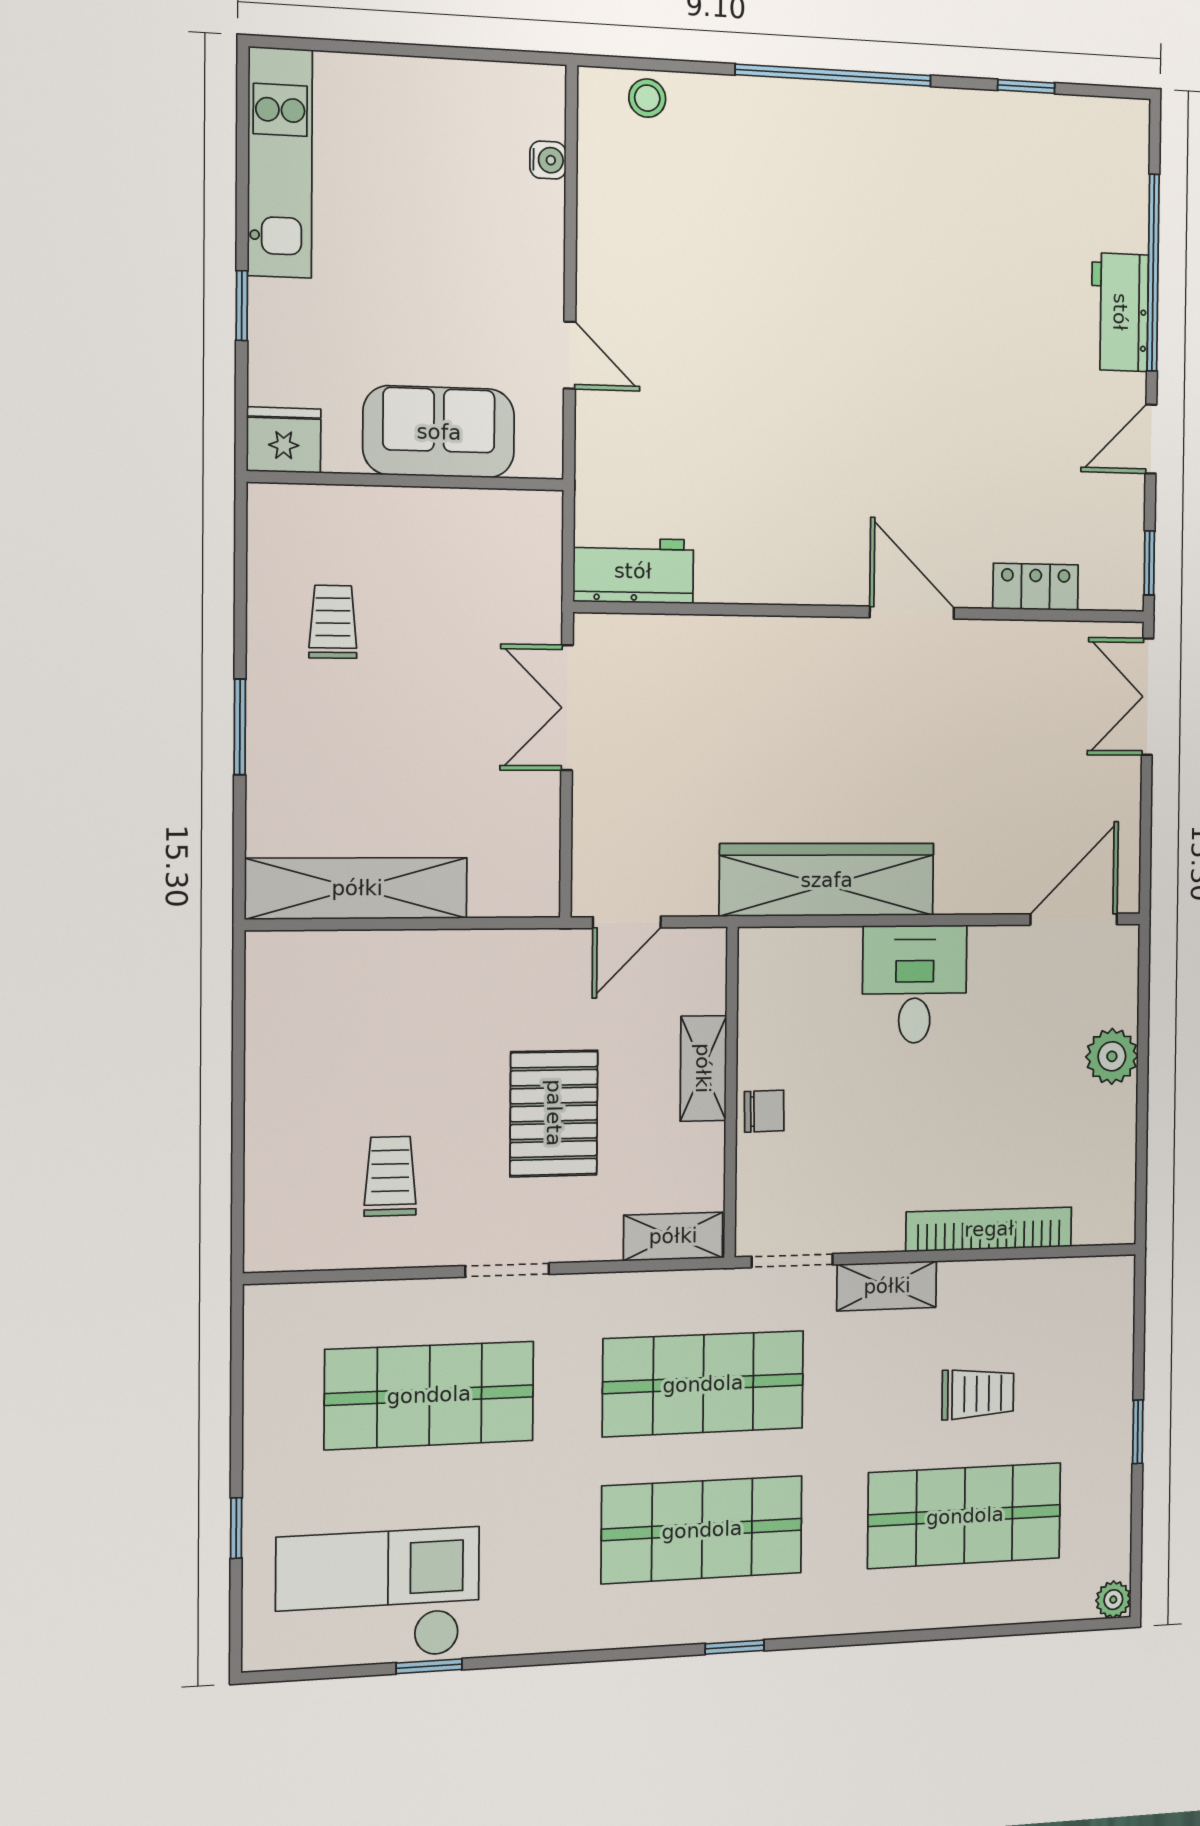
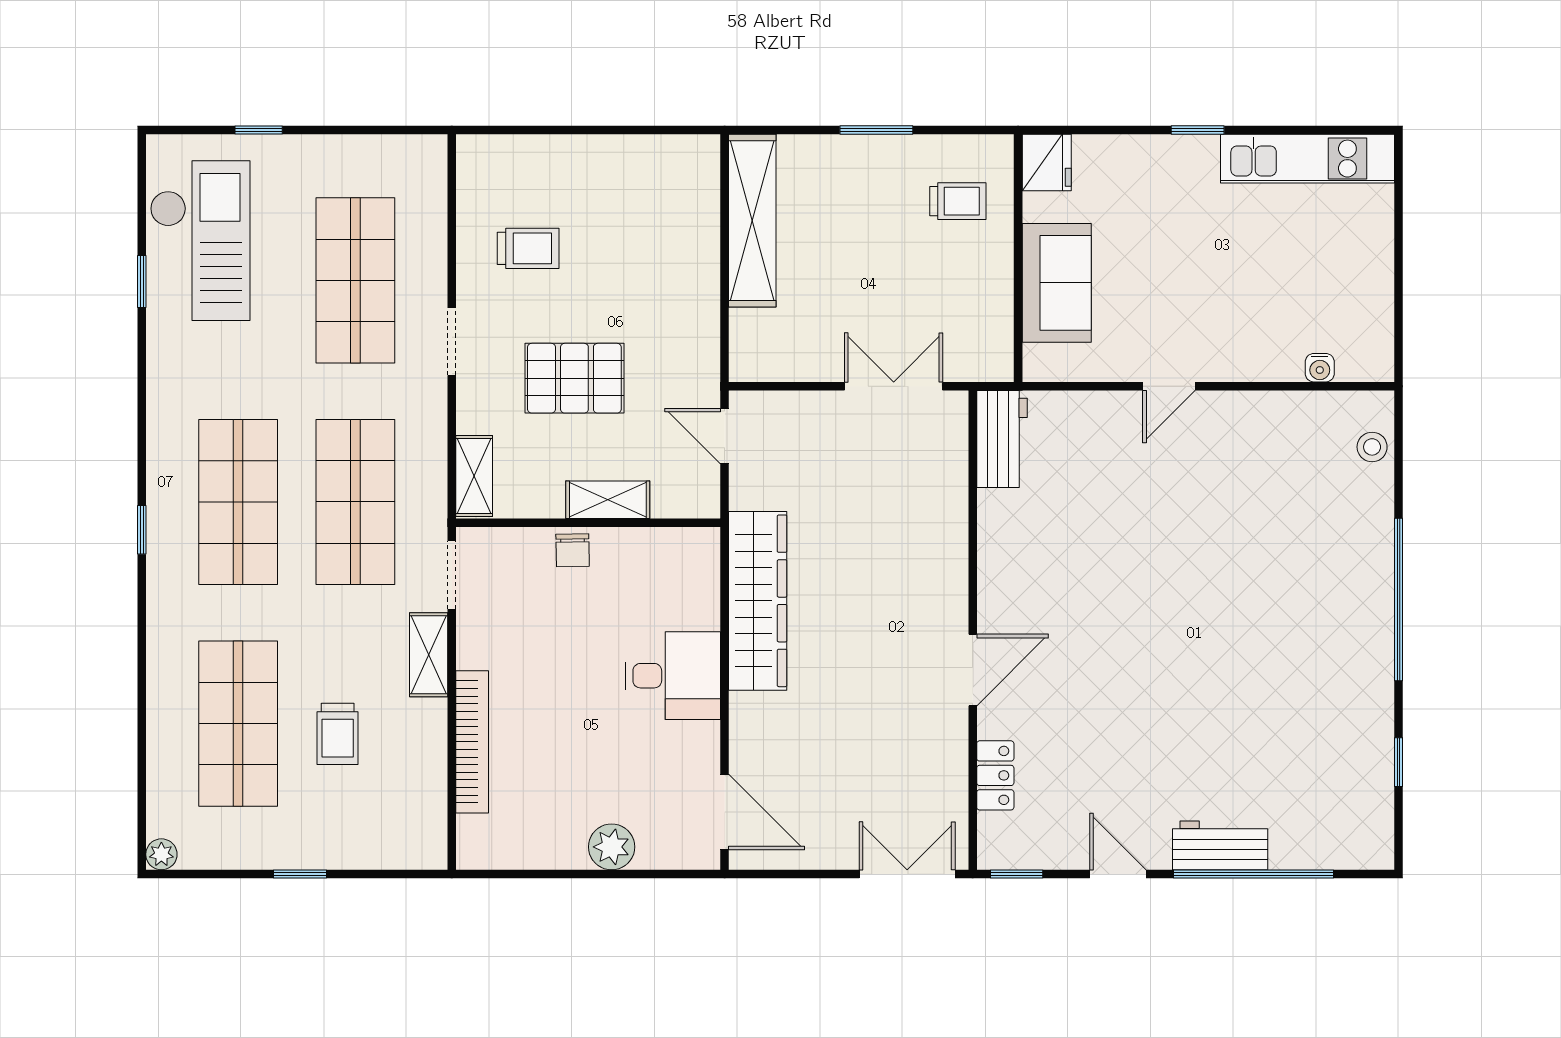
sofa: (439, 432) -> (1057, 283), moved
fridge: (284, 440) -> (1047, 162), moved
wall: (407, 481) -> (1018, 258), moved

